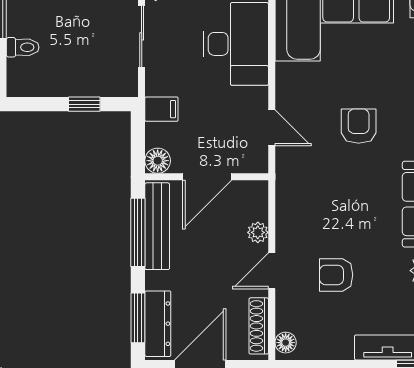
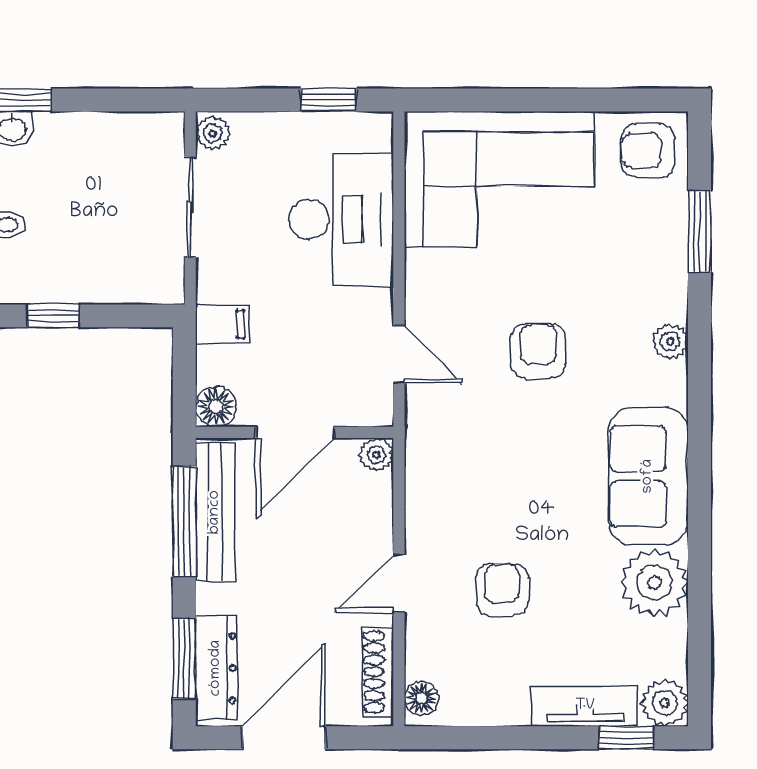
window: (84, 104) -> (53, 316), moved
plant: (258, 232) -> (377, 455), moved
armchair: (336, 275) -> (502, 590), turned 90

